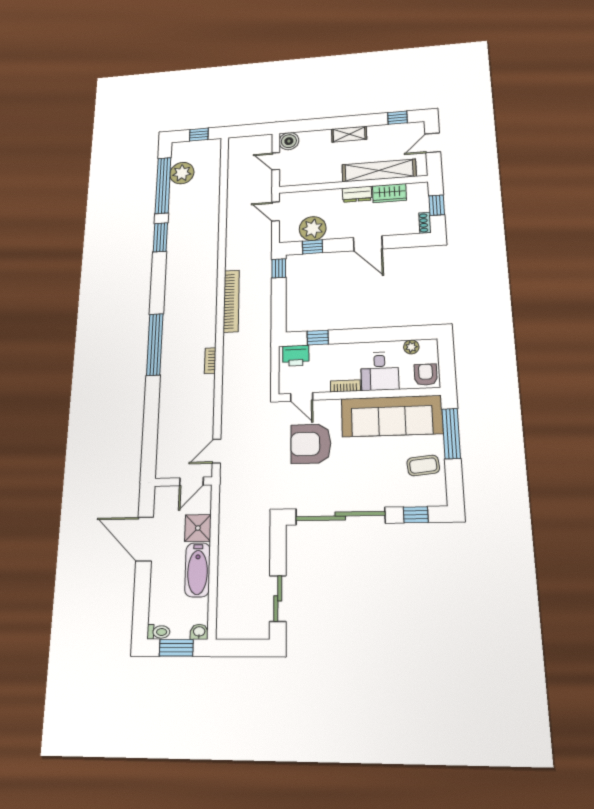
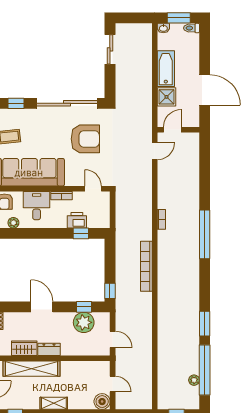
plant: (182, 173) -> (194, 380), width x0.53, depth x0.53
printer: (296, 356) -> (77, 220), moved
armchair: (311, 444) -> (85, 139), moved

